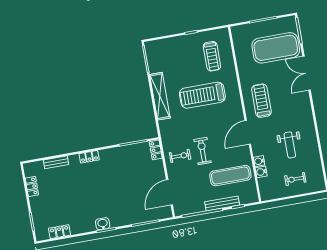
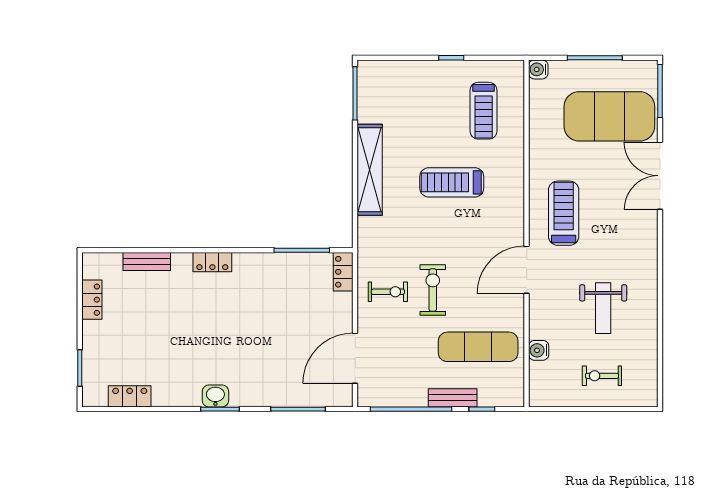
treadmill: (202, 95) -> (452, 182), width x0.73, depth x0.73
water cooler: (259, 161) -> (538, 69), moved
bench: (222, 203) -> (453, 398), width x0.73

